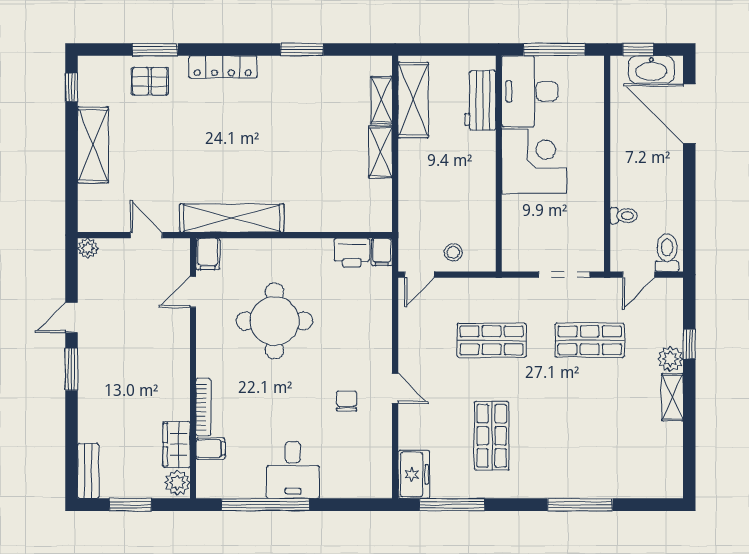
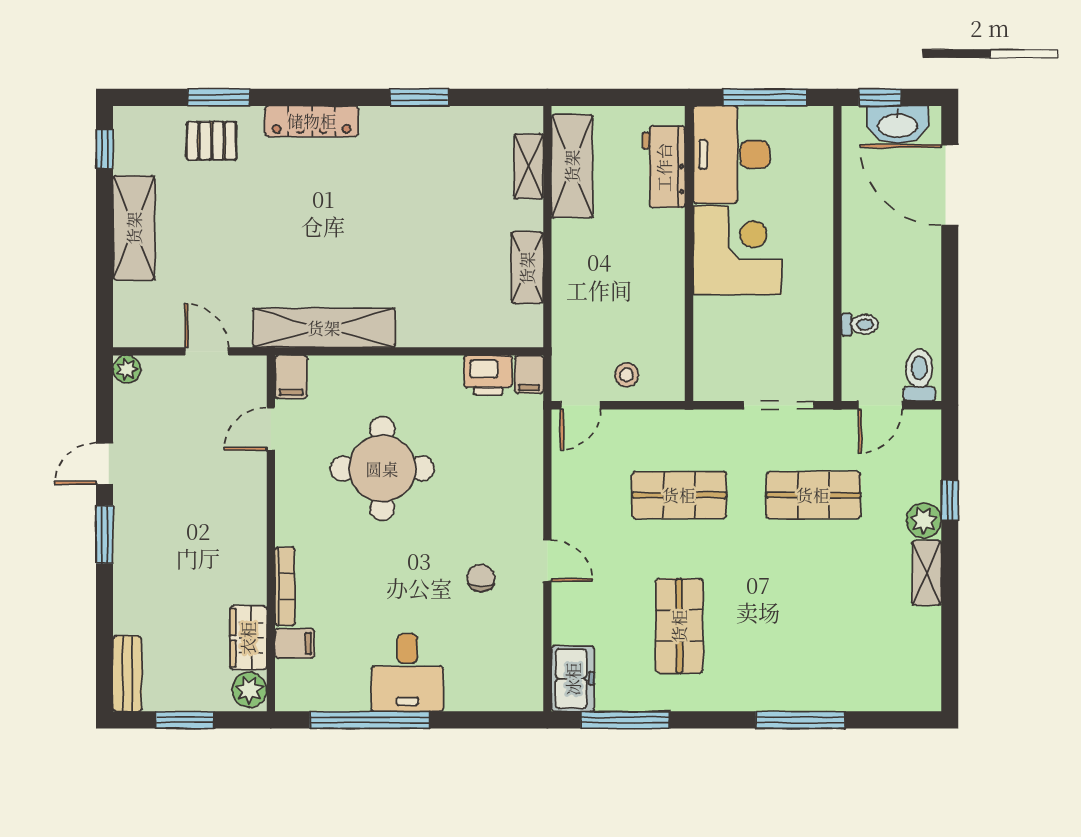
shelving: (380, 152) -> (527, 268), moved

